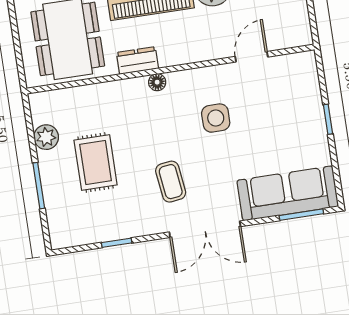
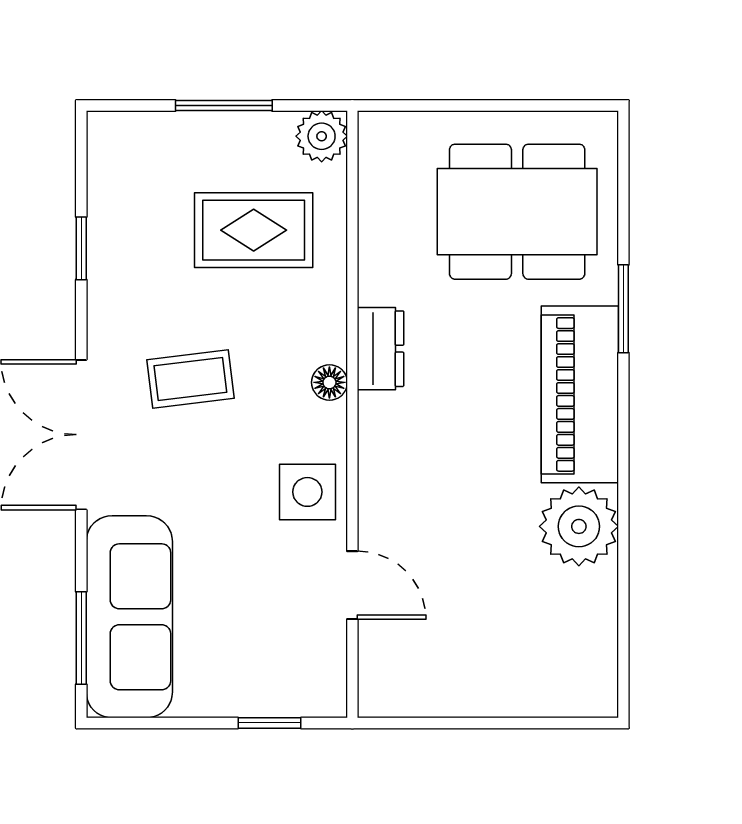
door: (251, 57) -> (352, 585), moved
dresser: (137, 60) -> (381, 349), moved
wall: (171, 69) -> (352, 414), moved
floor lamp: (157, 82) -> (329, 382), moved

